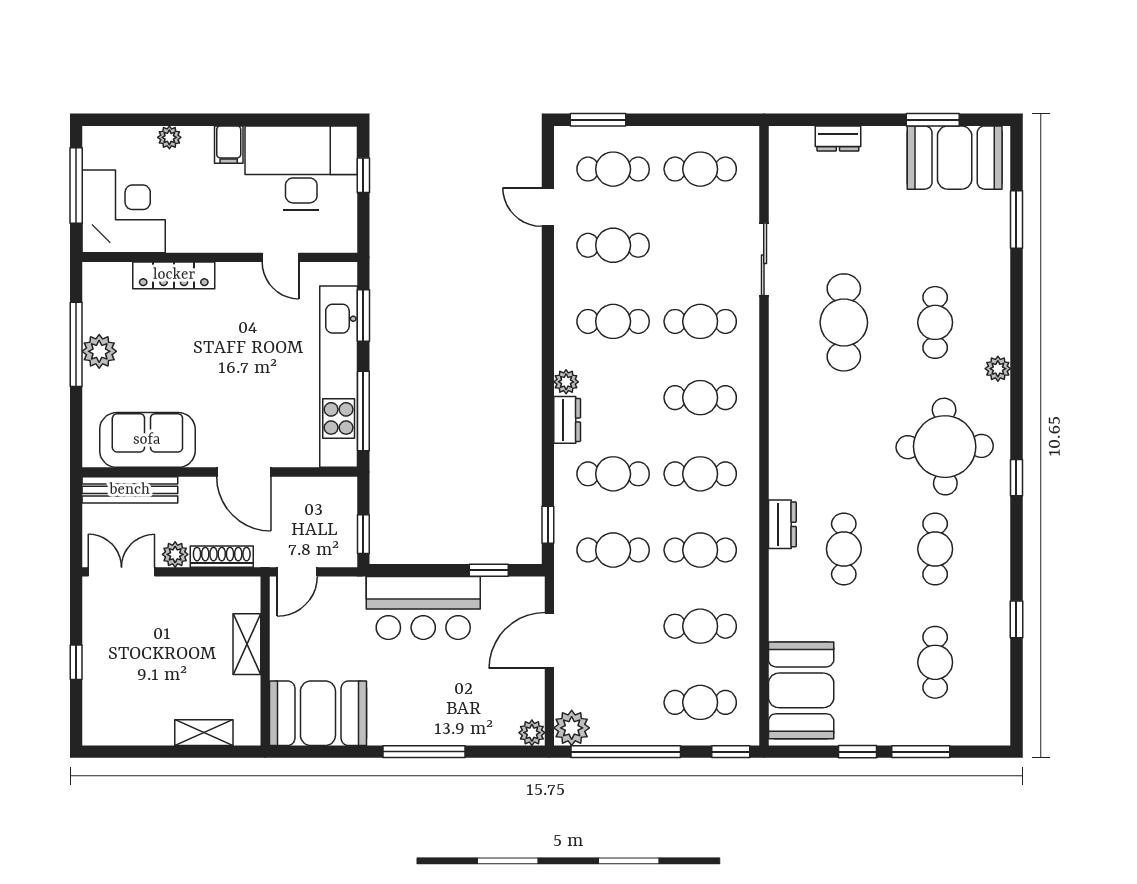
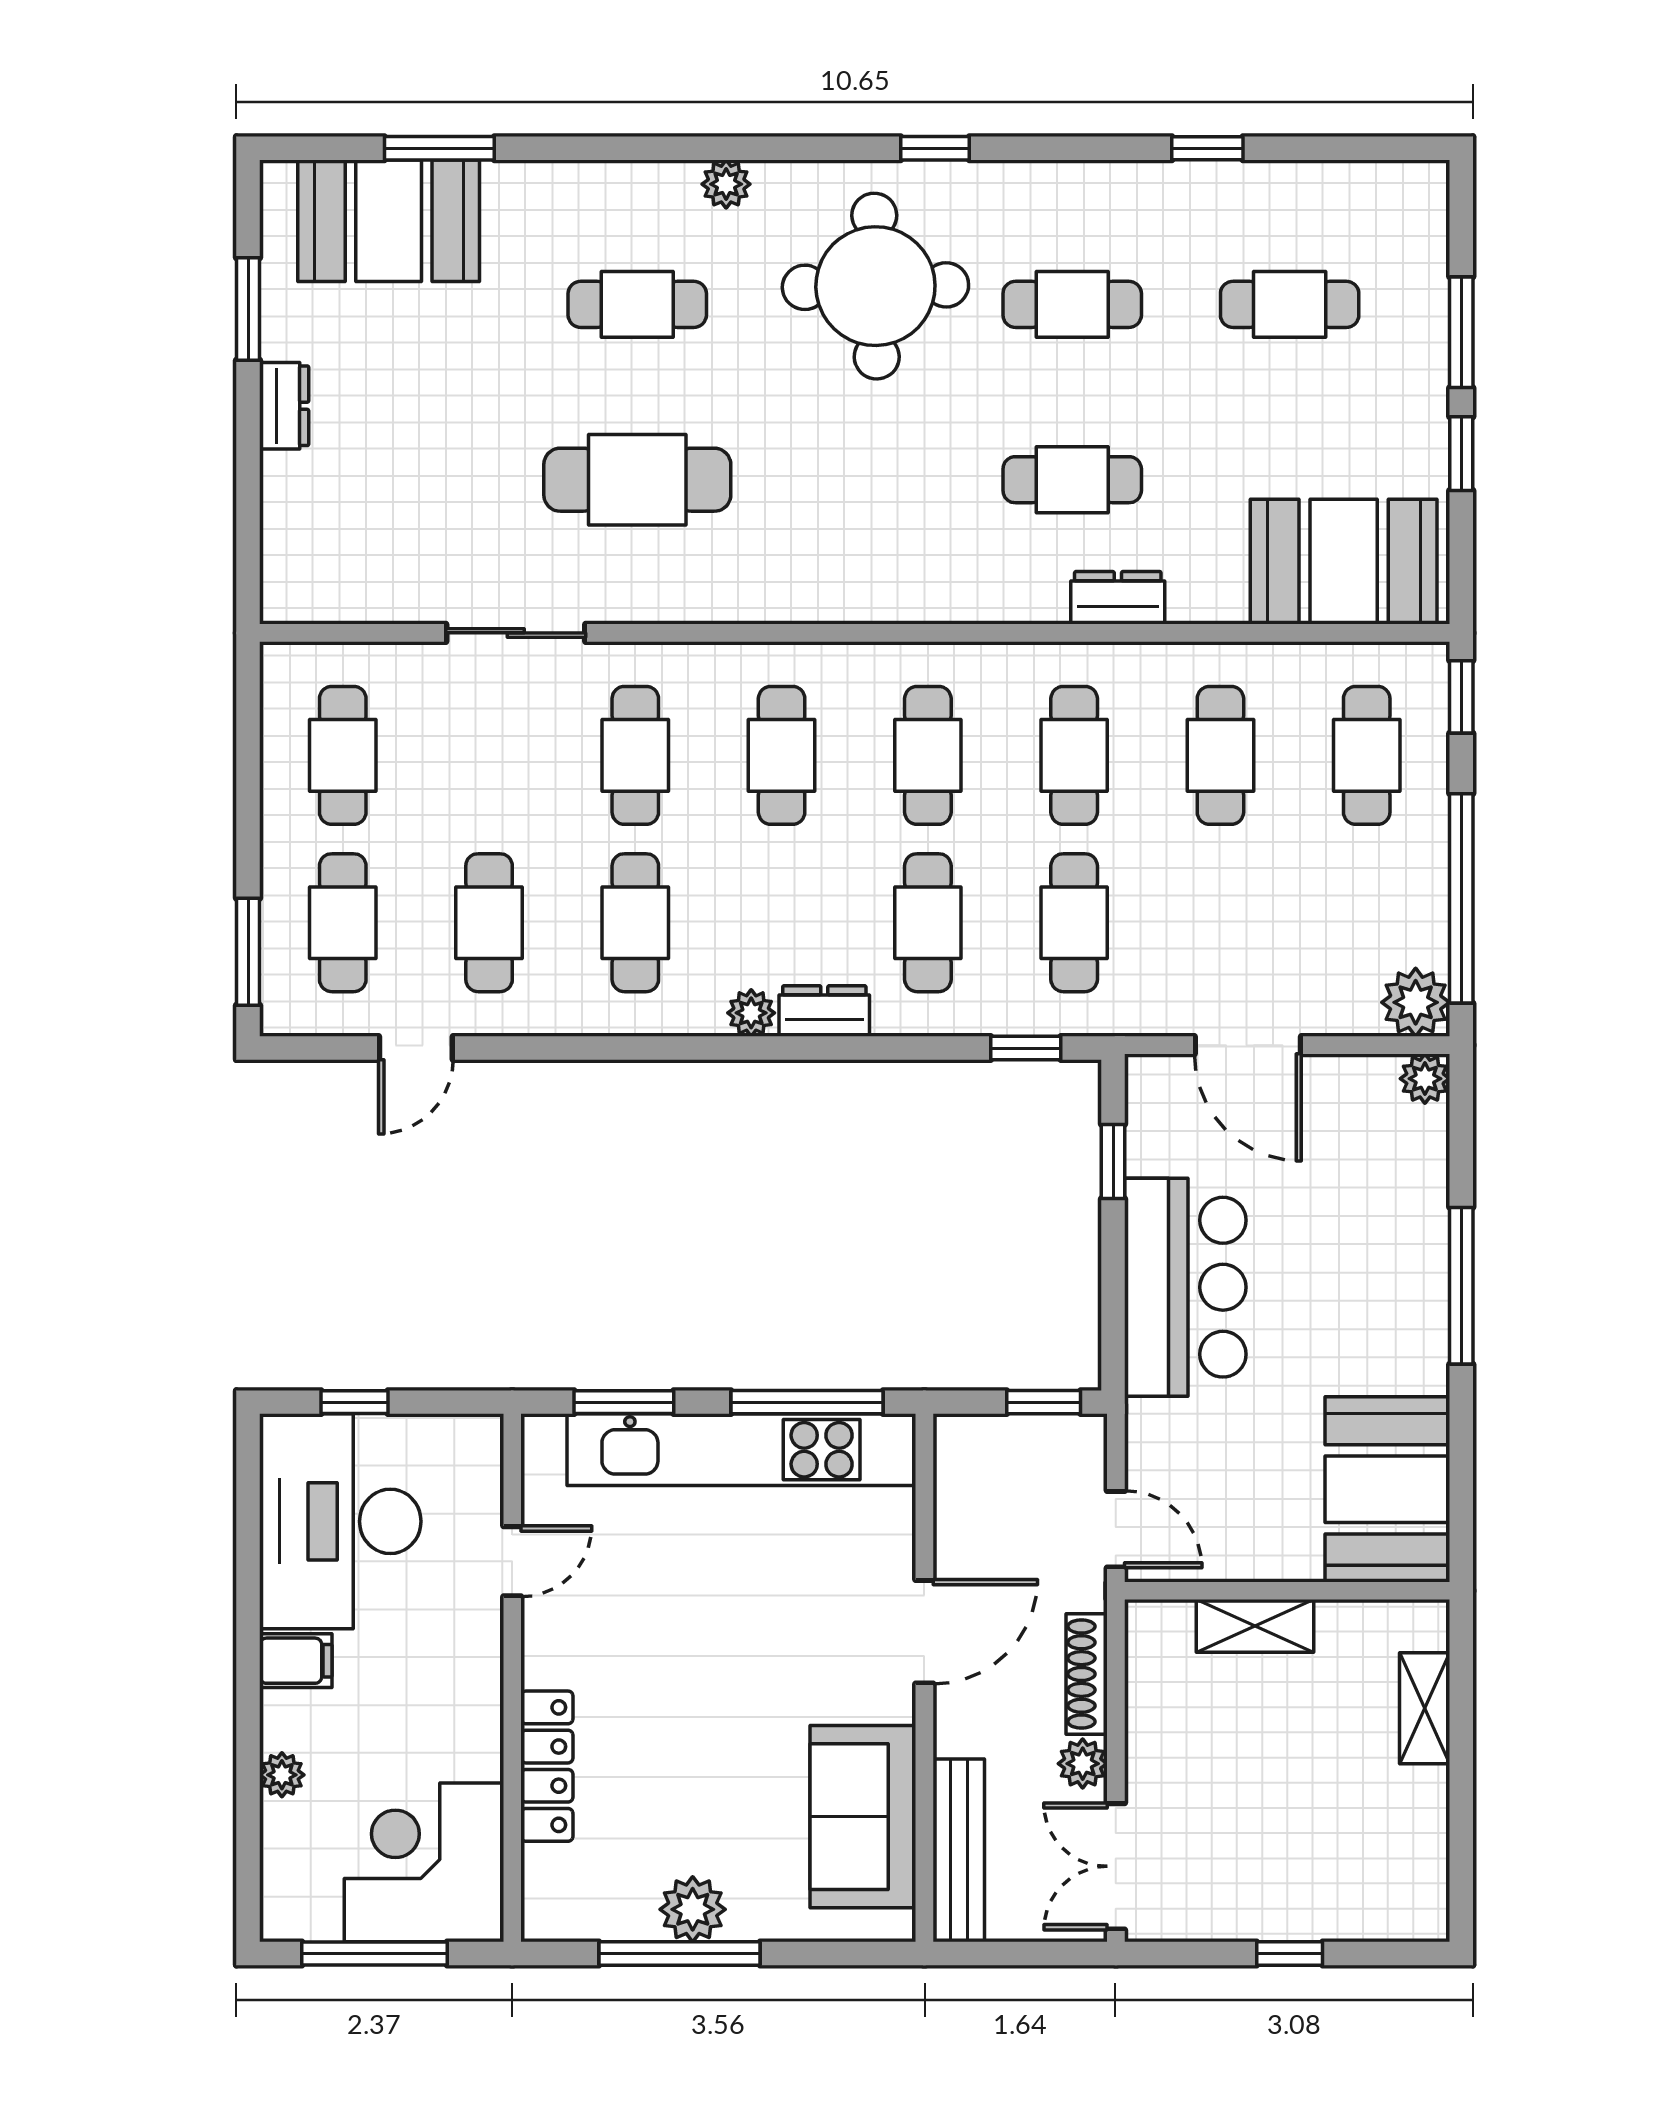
dresser: (838, 139) -> (284, 406), moved
booth: (955, 158) -> (389, 221), moved, turned 90
dresser: (782, 524) -> (1118, 598), moved

